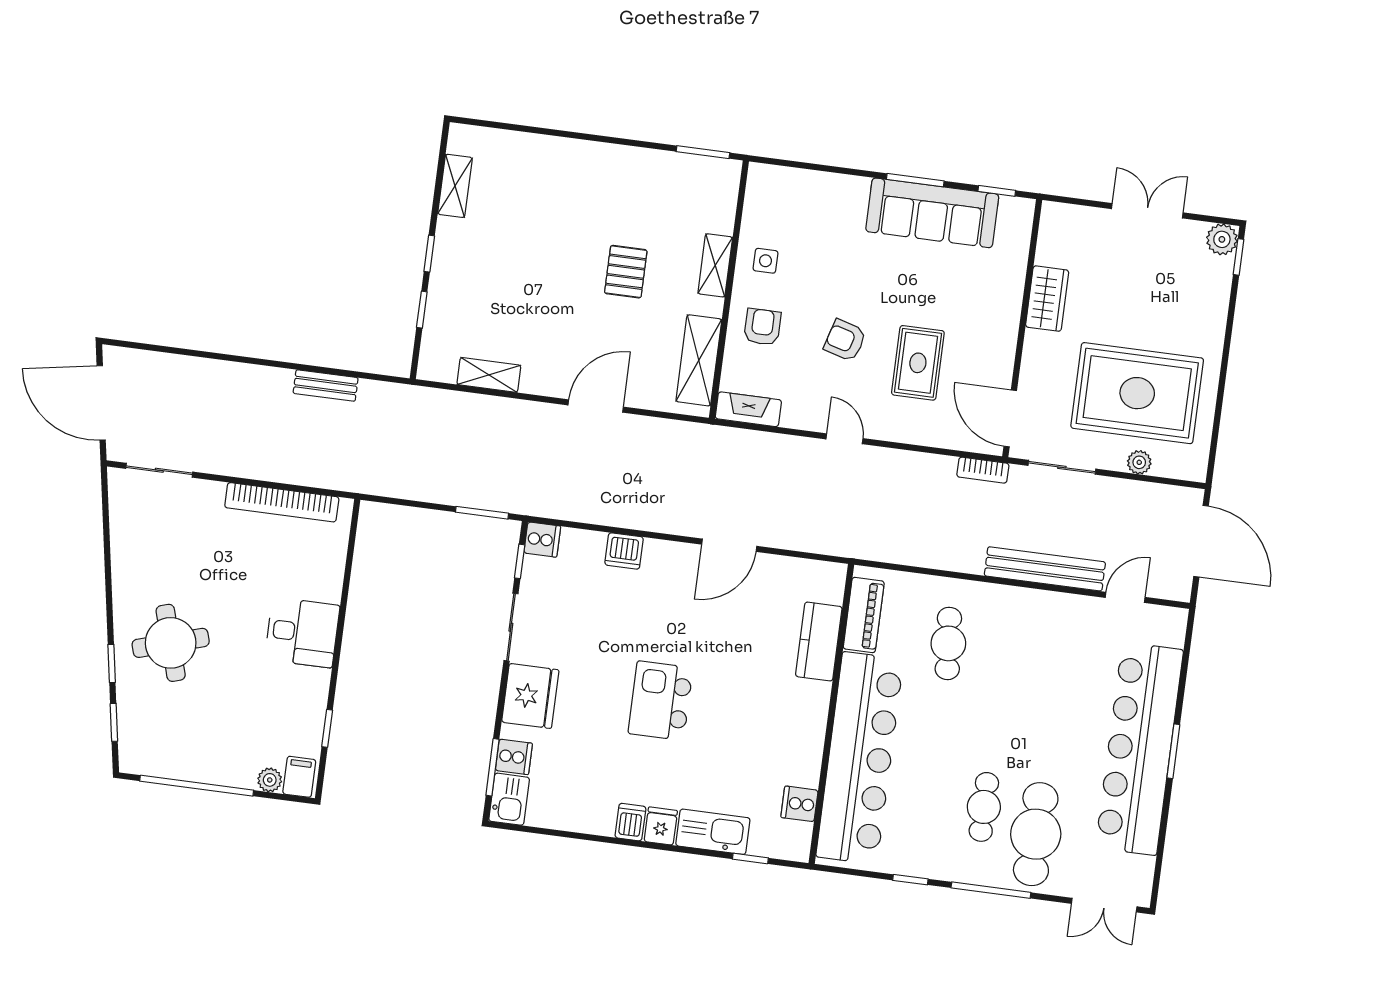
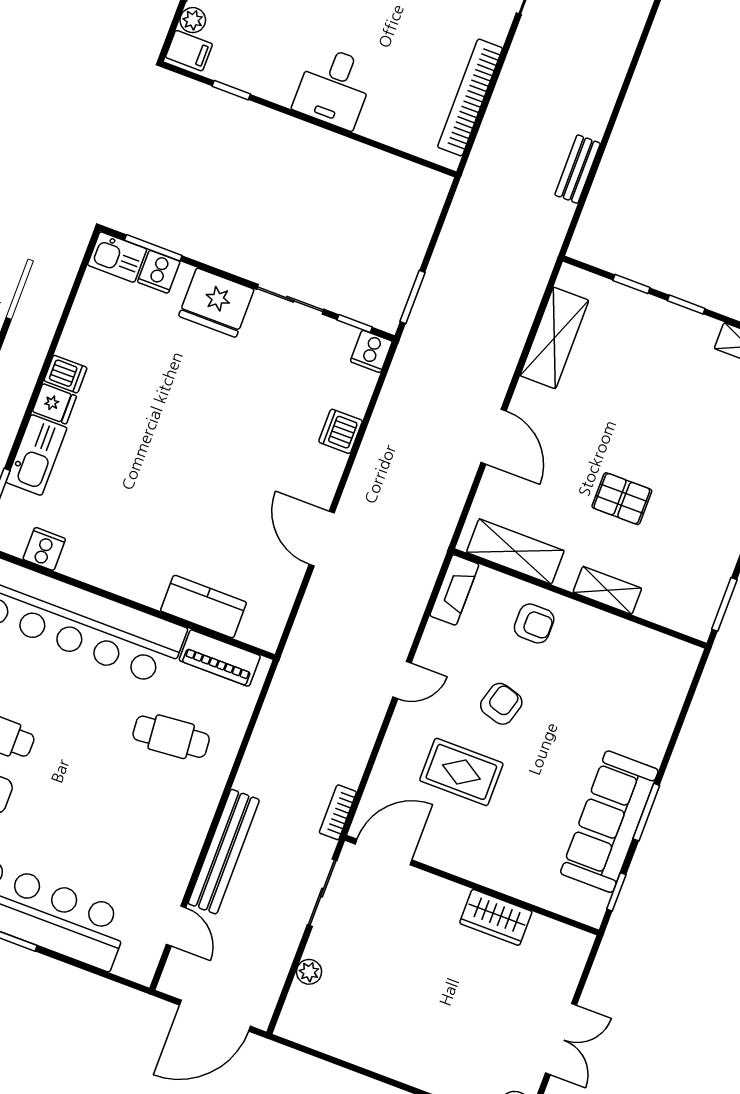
side table: (765, 261) -> (600, 642), removed
shelving: (489, 375) -> (554, 338), width x1.50, depth x1.33
rug: (1137, 393) -> (379, 986), removed
kitchen island: (661, 701) -> (181, 433), removed

